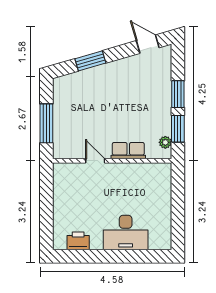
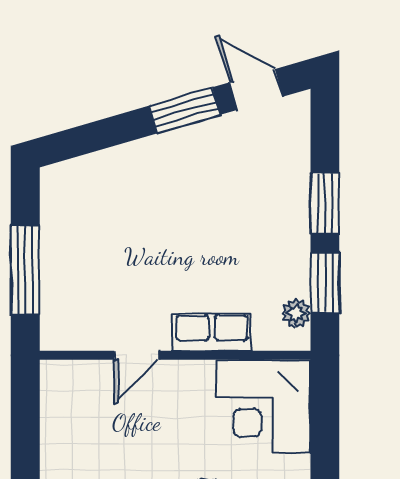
window: (90, 61) -> (185, 110), moved
door: (95, 161) -> (136, 355), swing flipped
corner desk: (151, 183) -> (263, 407), added

